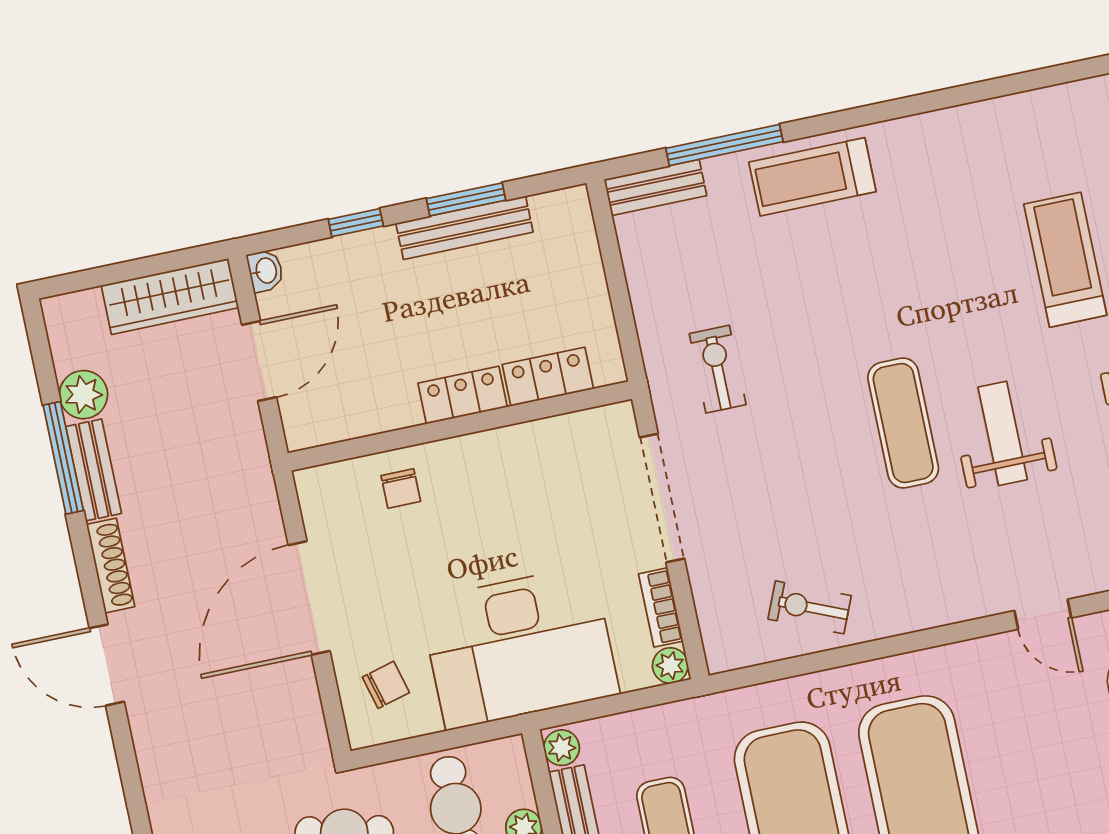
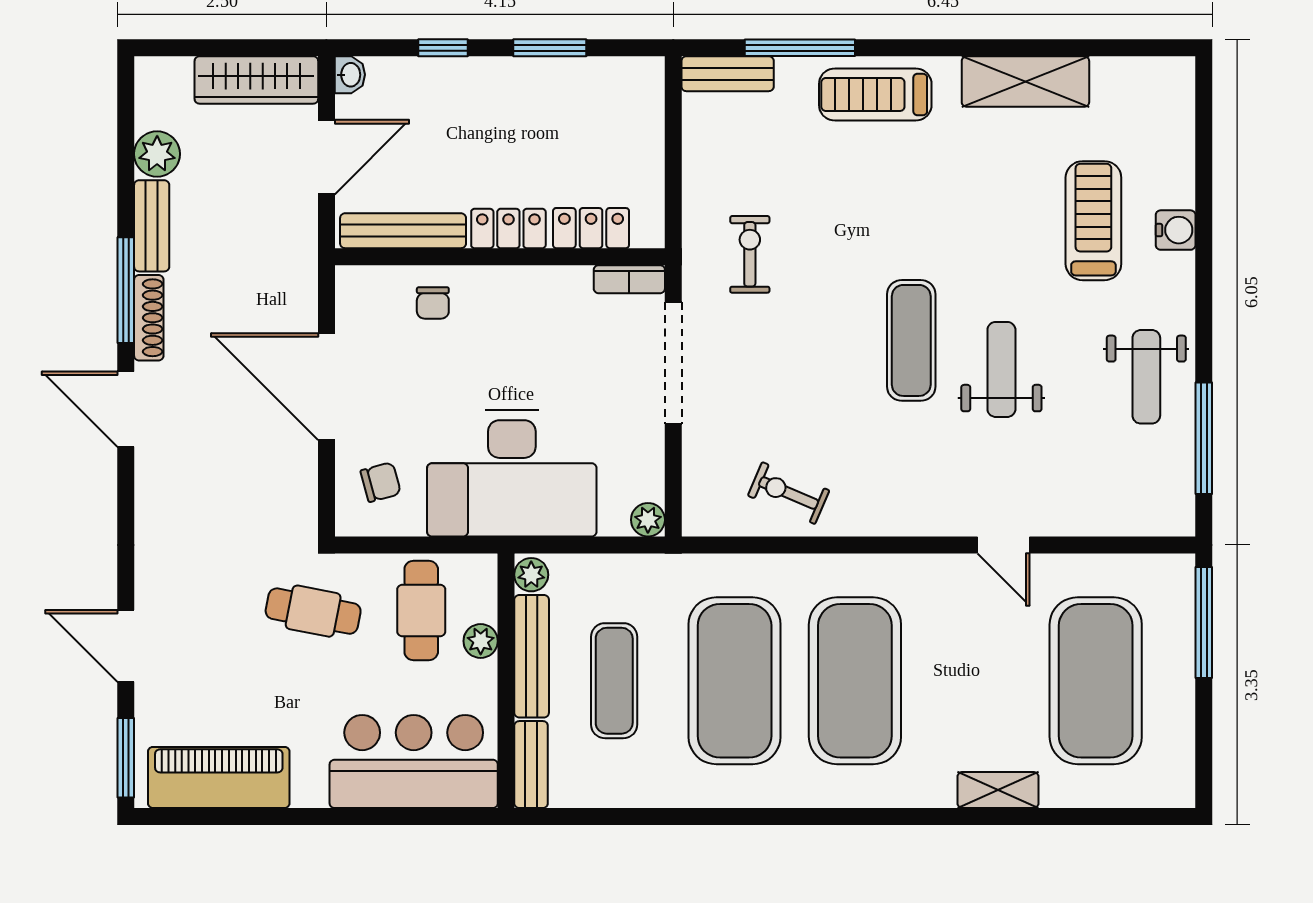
shelving: (965, 131) -> (1025, 82), added
bench: (464, 228) -> (403, 231), moved
window: (63, 458) -> (126, 290), moved
door: (309, 598) -> (326, 387), hinge flipped
bookcase: (661, 607) -> (629, 279), moved, turned -90

